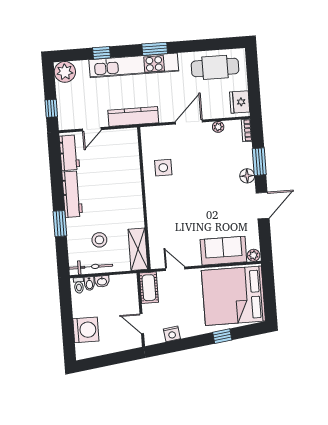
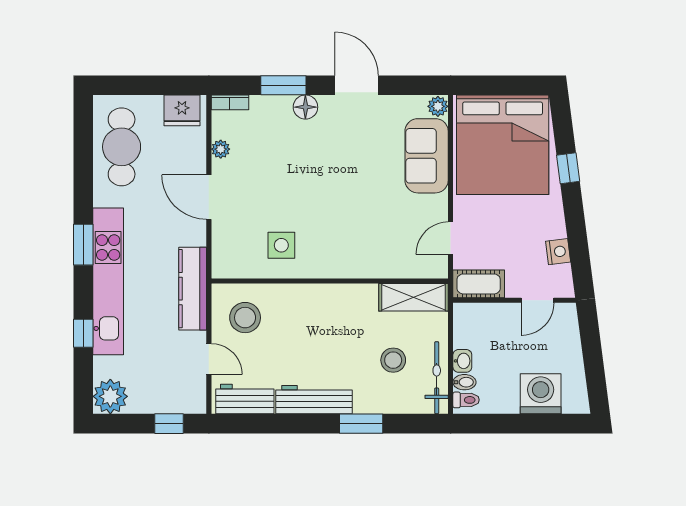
stool: (118, 149) -> (245, 318), added

